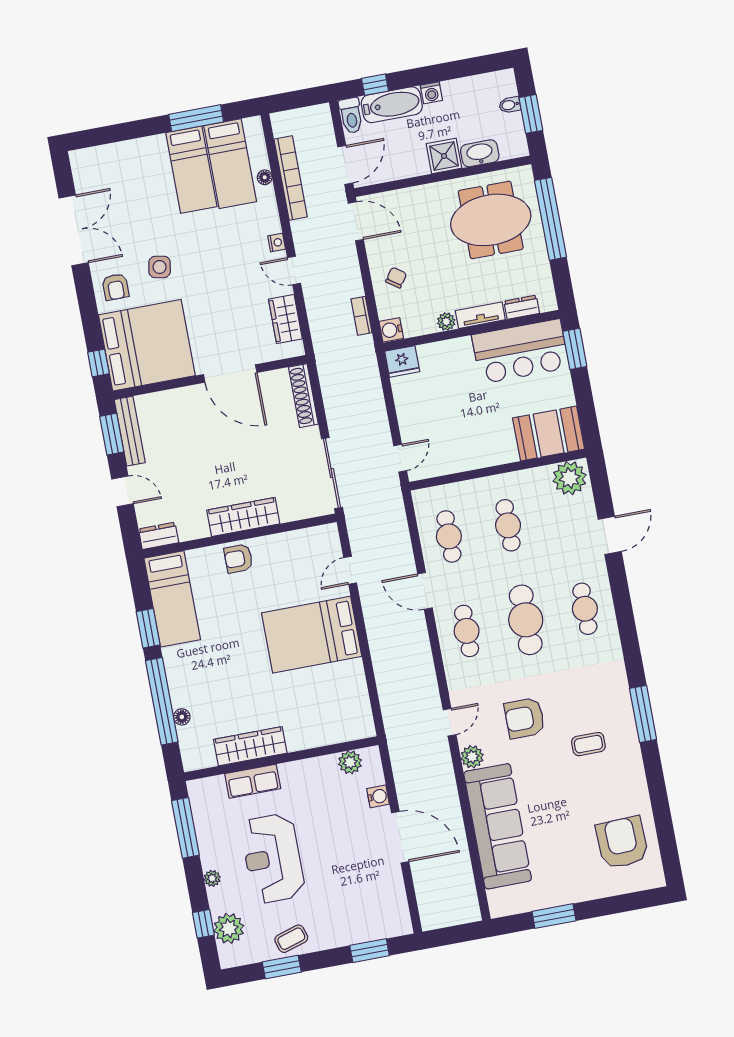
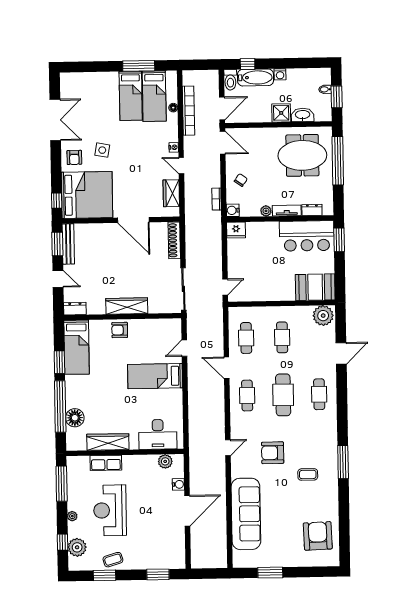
bed: (312, 635) -> (155, 376), width x0.67
floor lamp: (182, 717) -> (75, 418), width x1.89, depth x1.89
desk: (330, 720) -> (158, 434), added
plant: (472, 757) -> (238, 470), removed
door: (400, 837) -> (187, 511), hinge flipped

